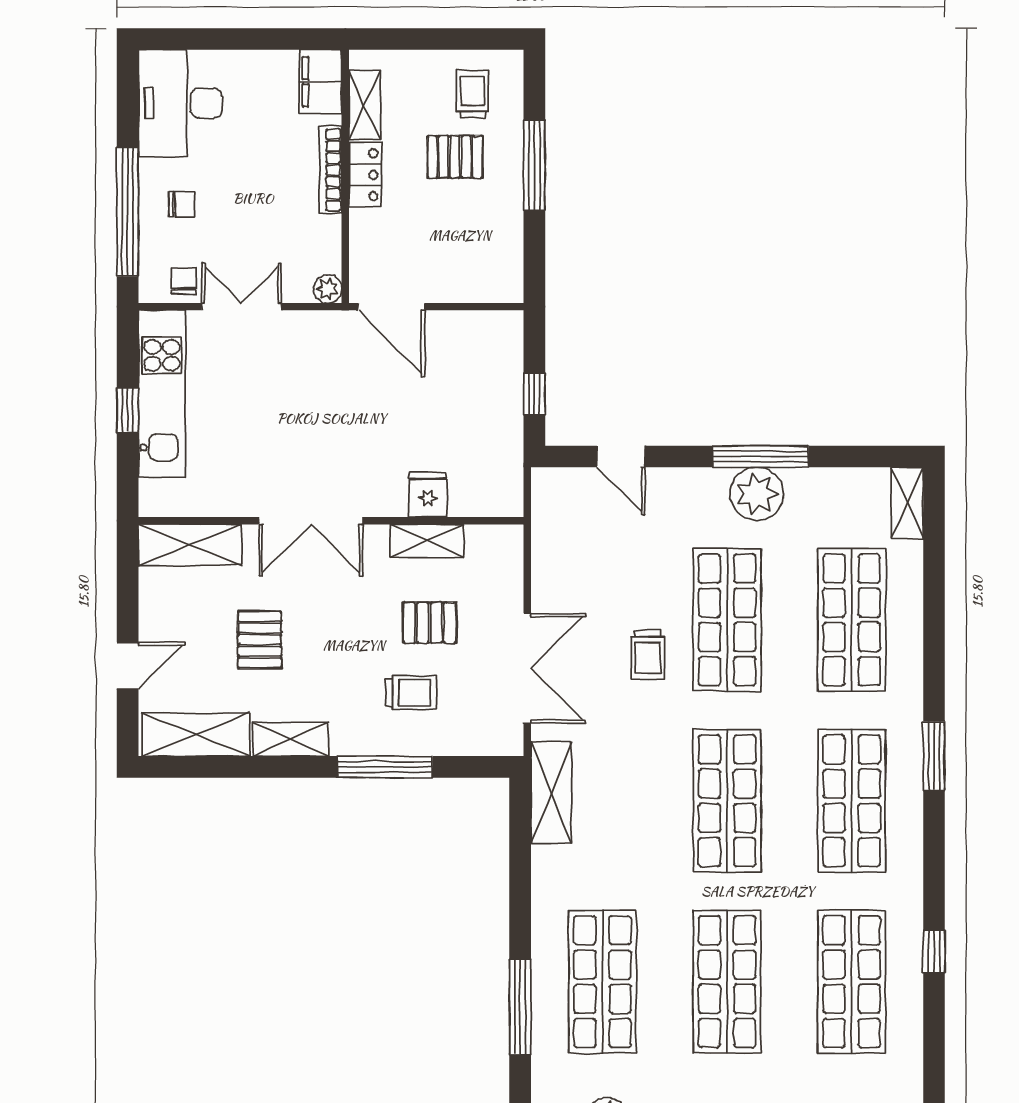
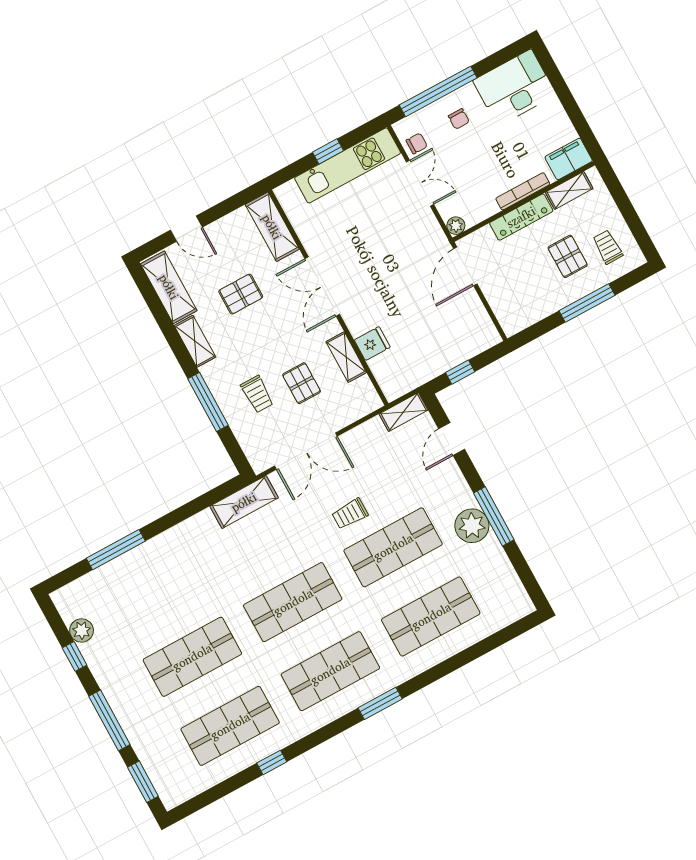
trolley: (472, 94) -> (608, 247), turned -90
locker: (365, 175) -> (521, 217), width x1.53
shelving: (907, 503) -> (404, 412), moved
shop shelf: (603, 982) -> (155, 588), removed

